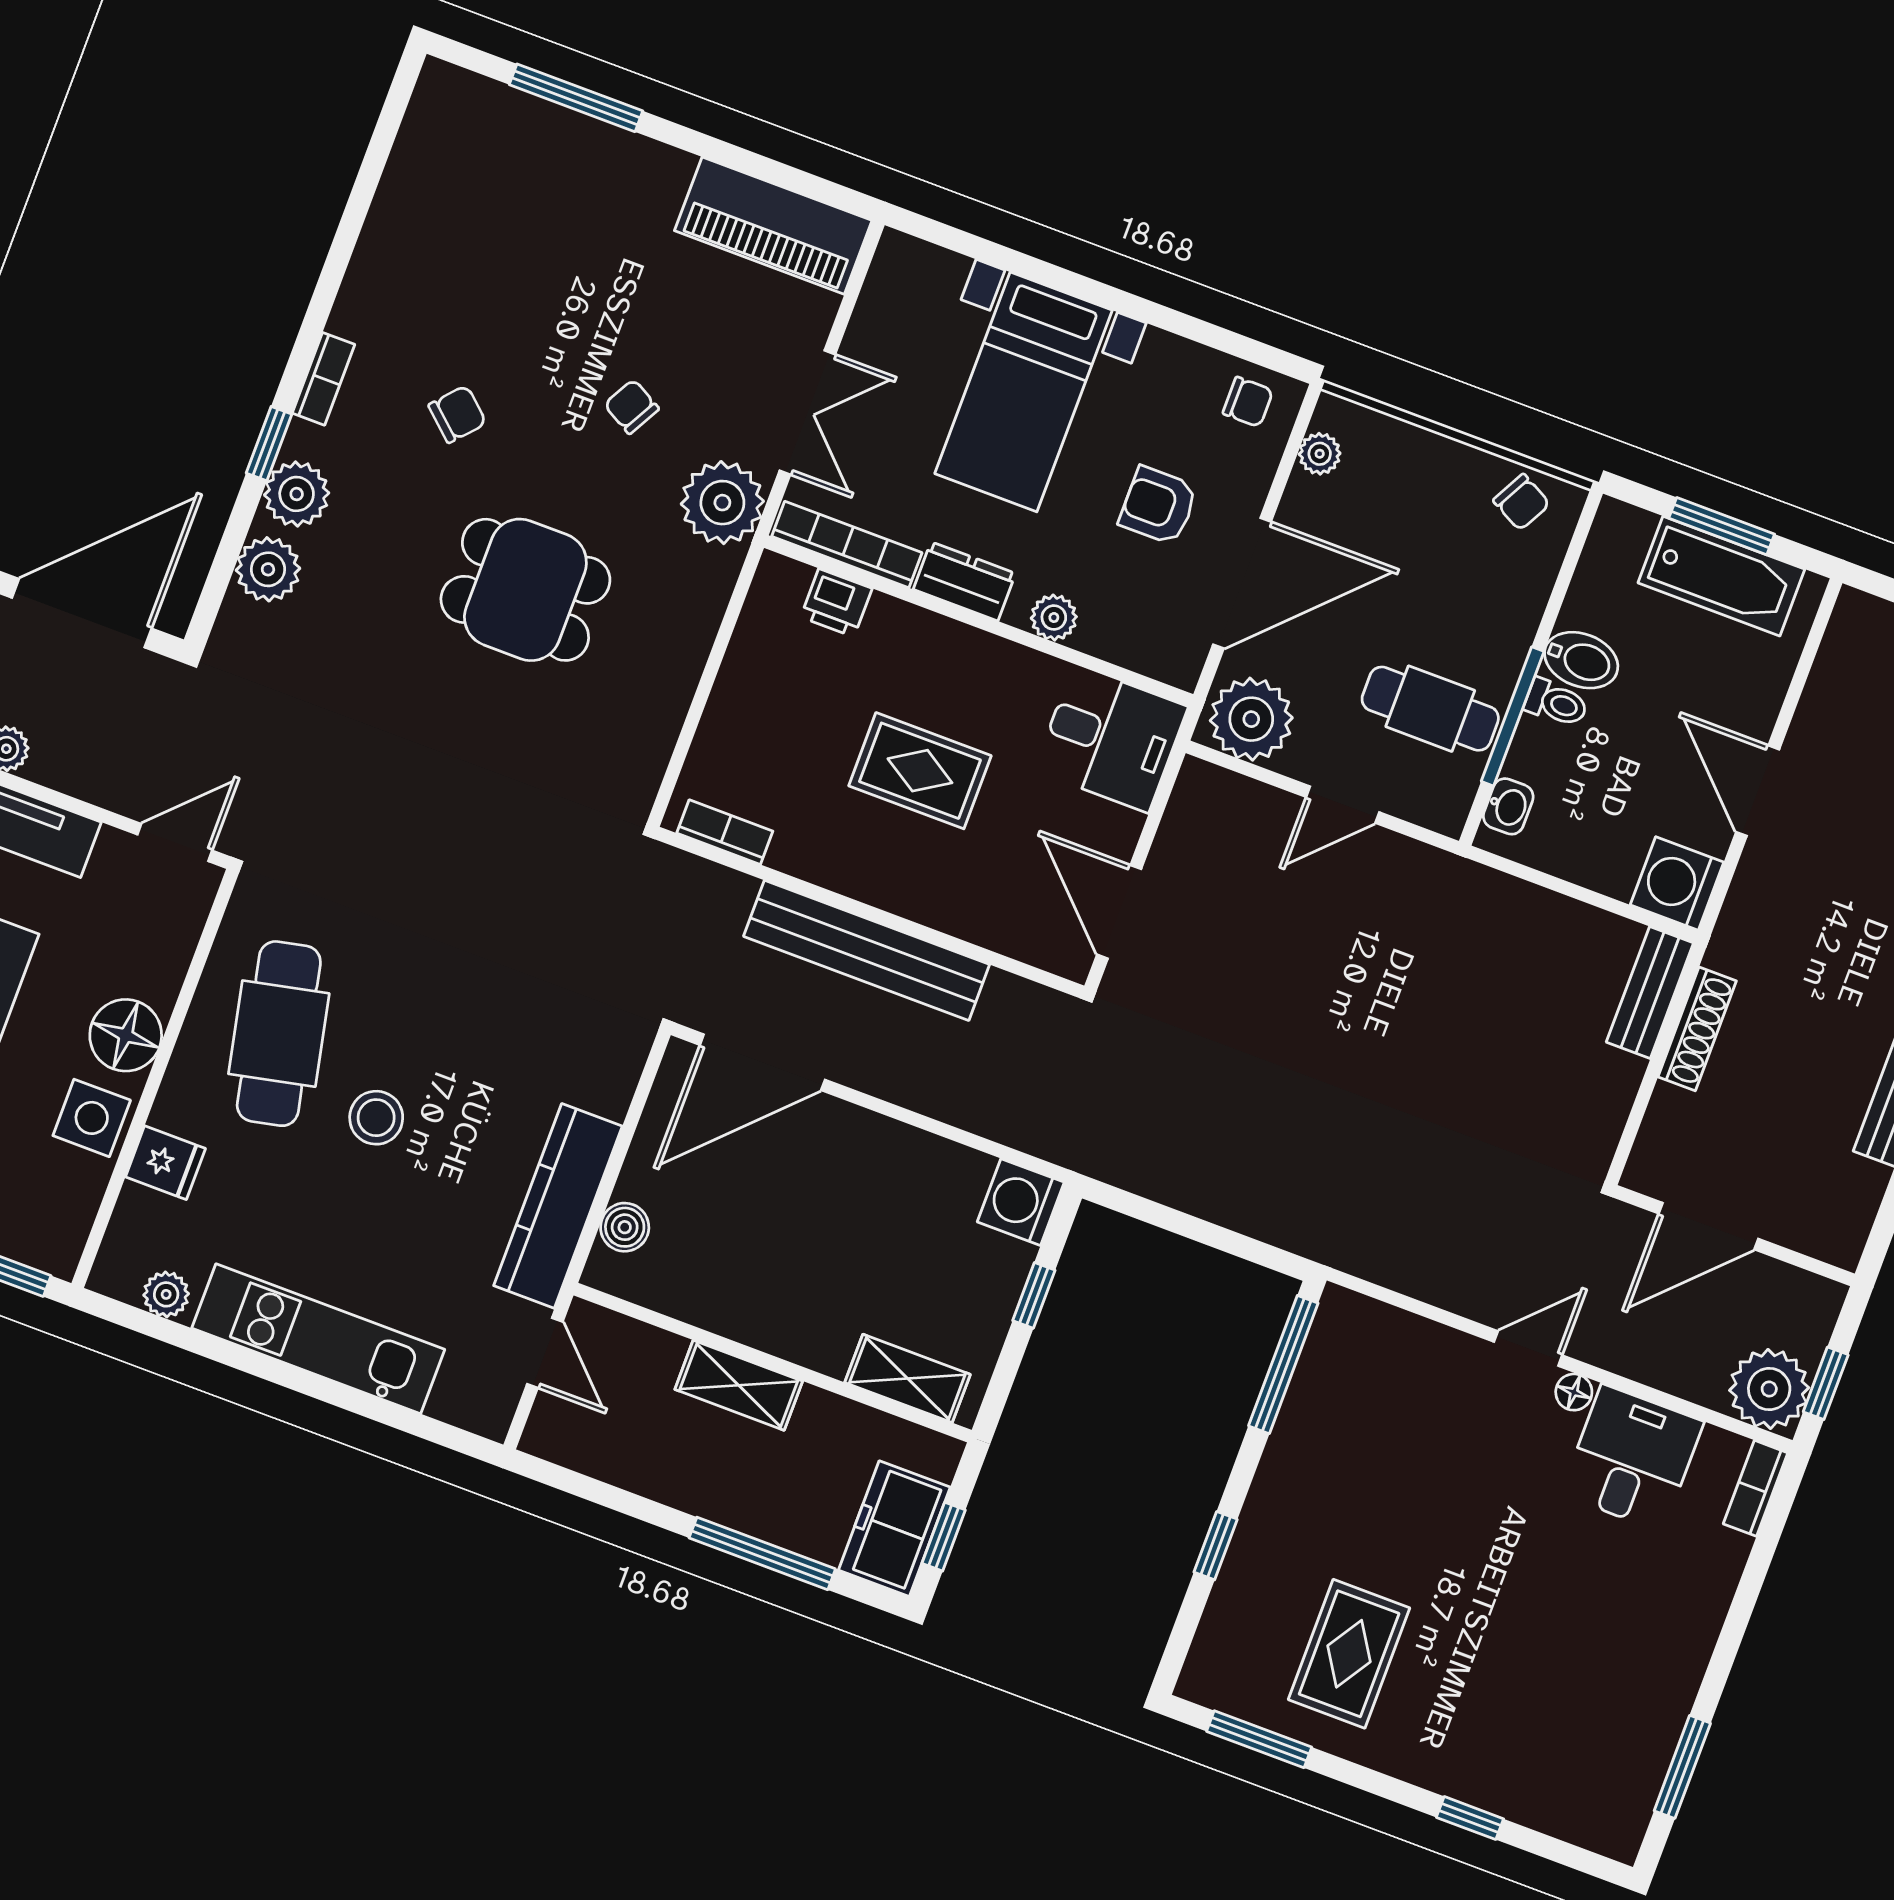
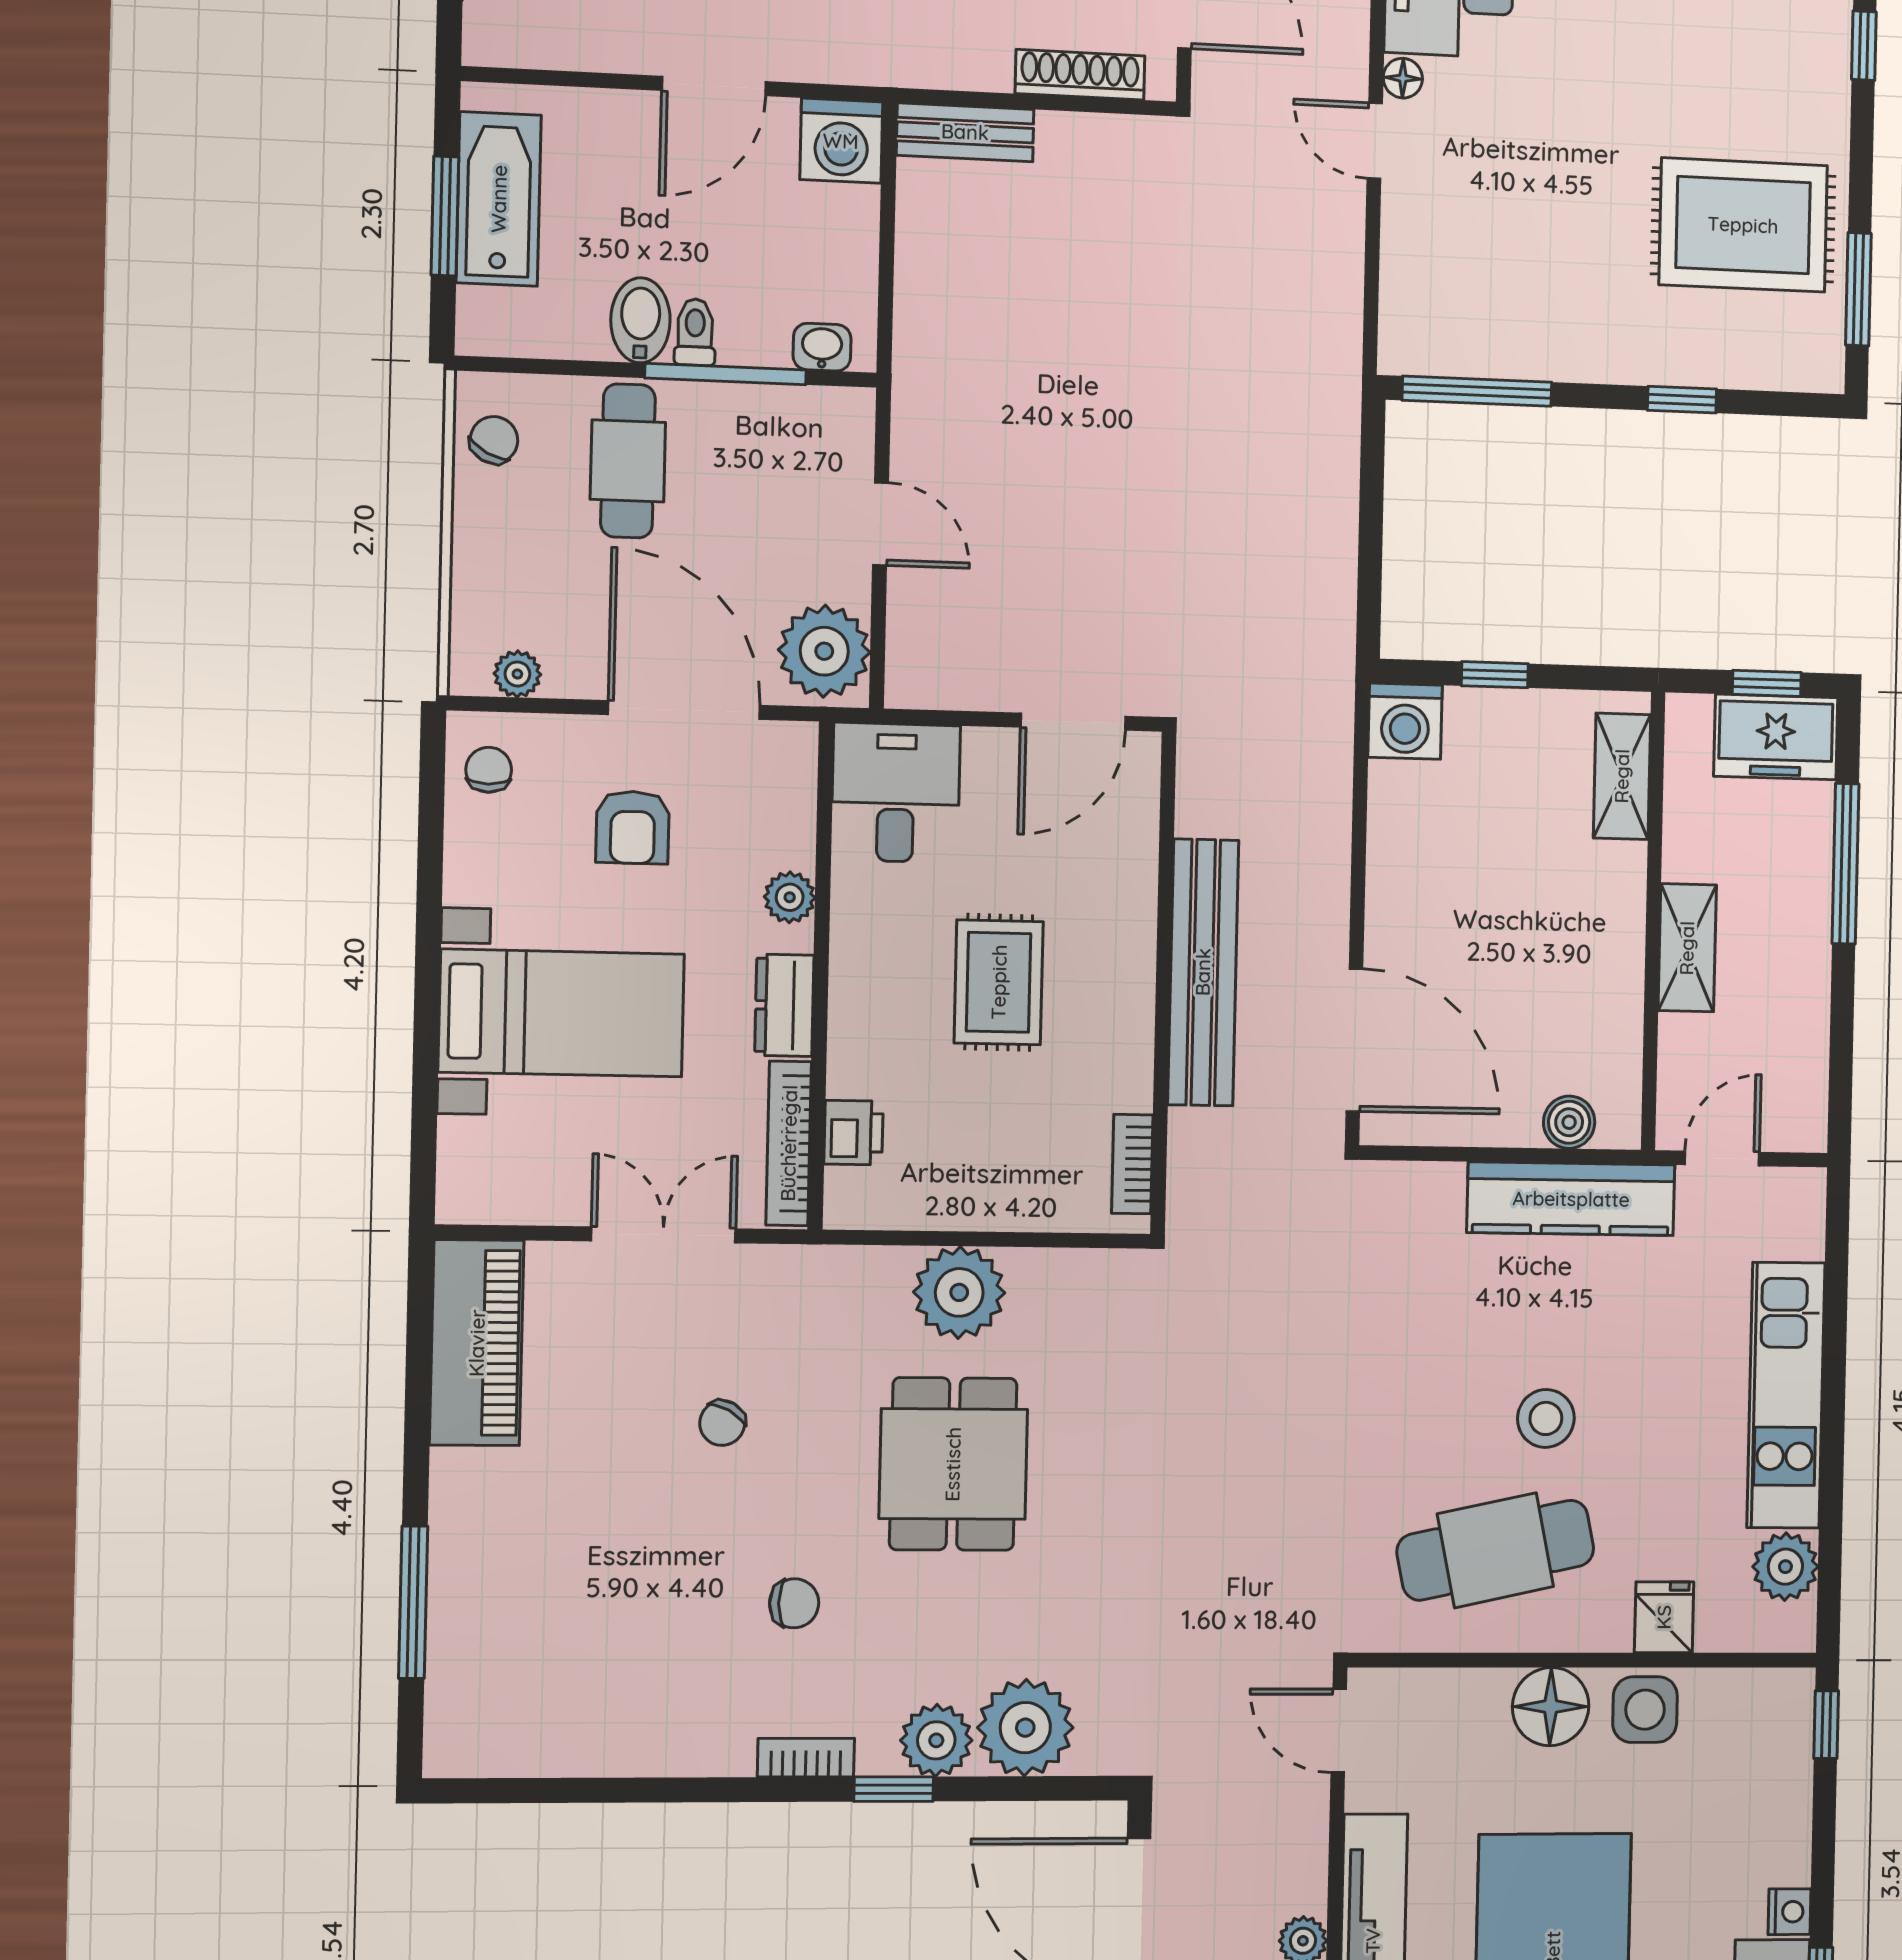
chair: (457, 414) -> (794, 1603), turned 138
plant: (722, 503) -> (959, 1292), moved
plant: (268, 569) -> (1025, 1728), width x1.36, depth x1.36
cafe table: (1430, 709) -> (628, 461), moved
shoe rack: (1697, 1029) -> (1080, 75), moved
plant: (166, 1294) -> (1785, 1567), width x1.38, depth x1.38
rug: (1349, 1654) -> (1743, 225), width x1.36, depth x1.43

